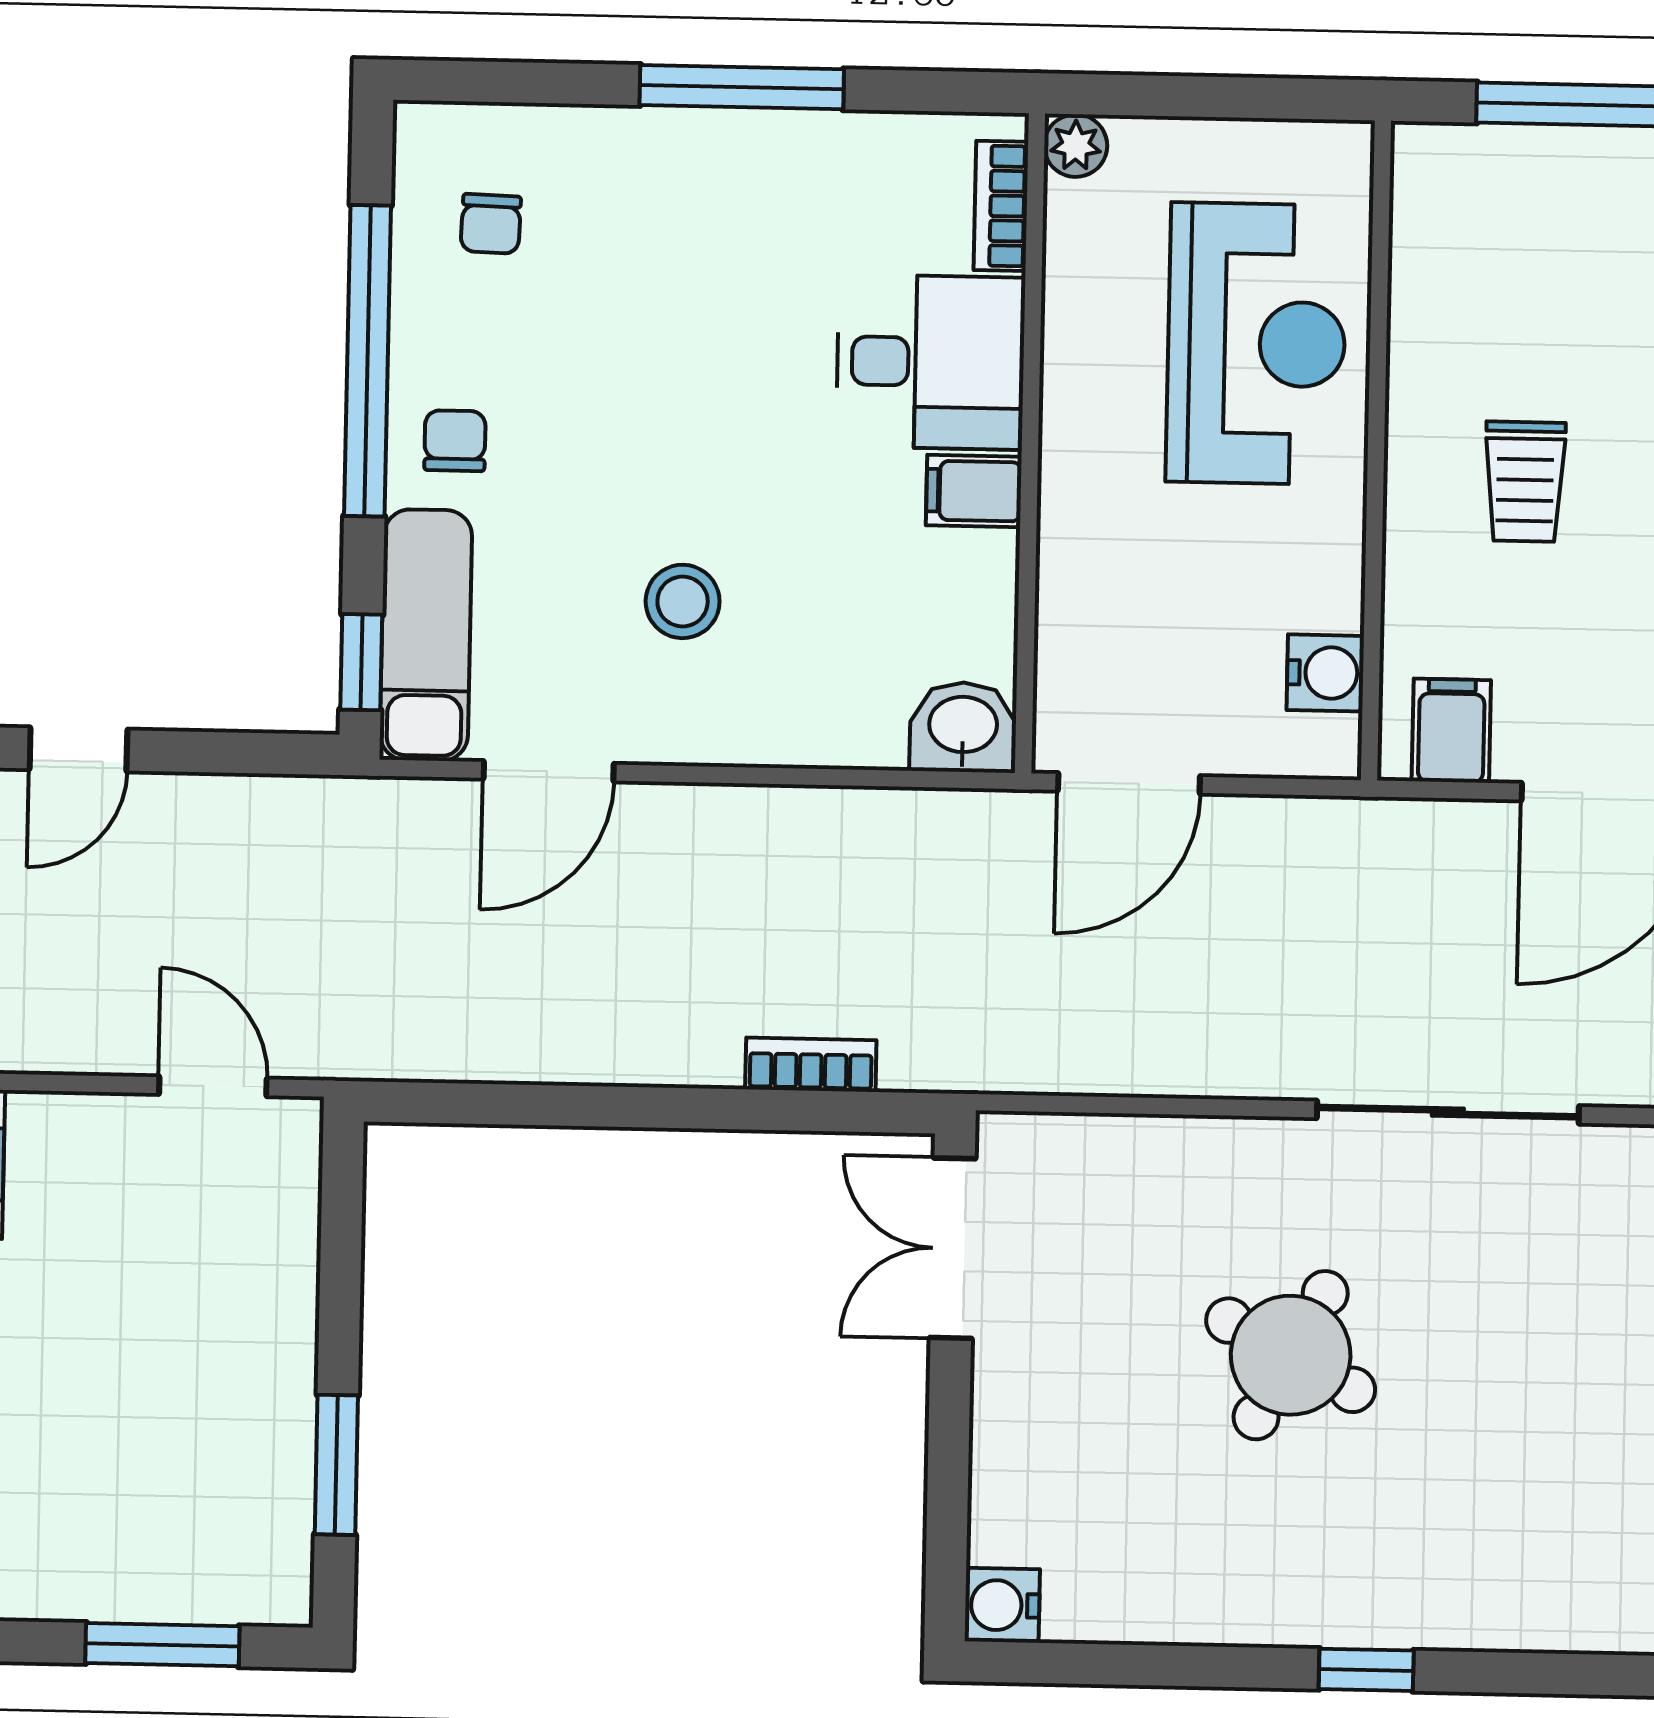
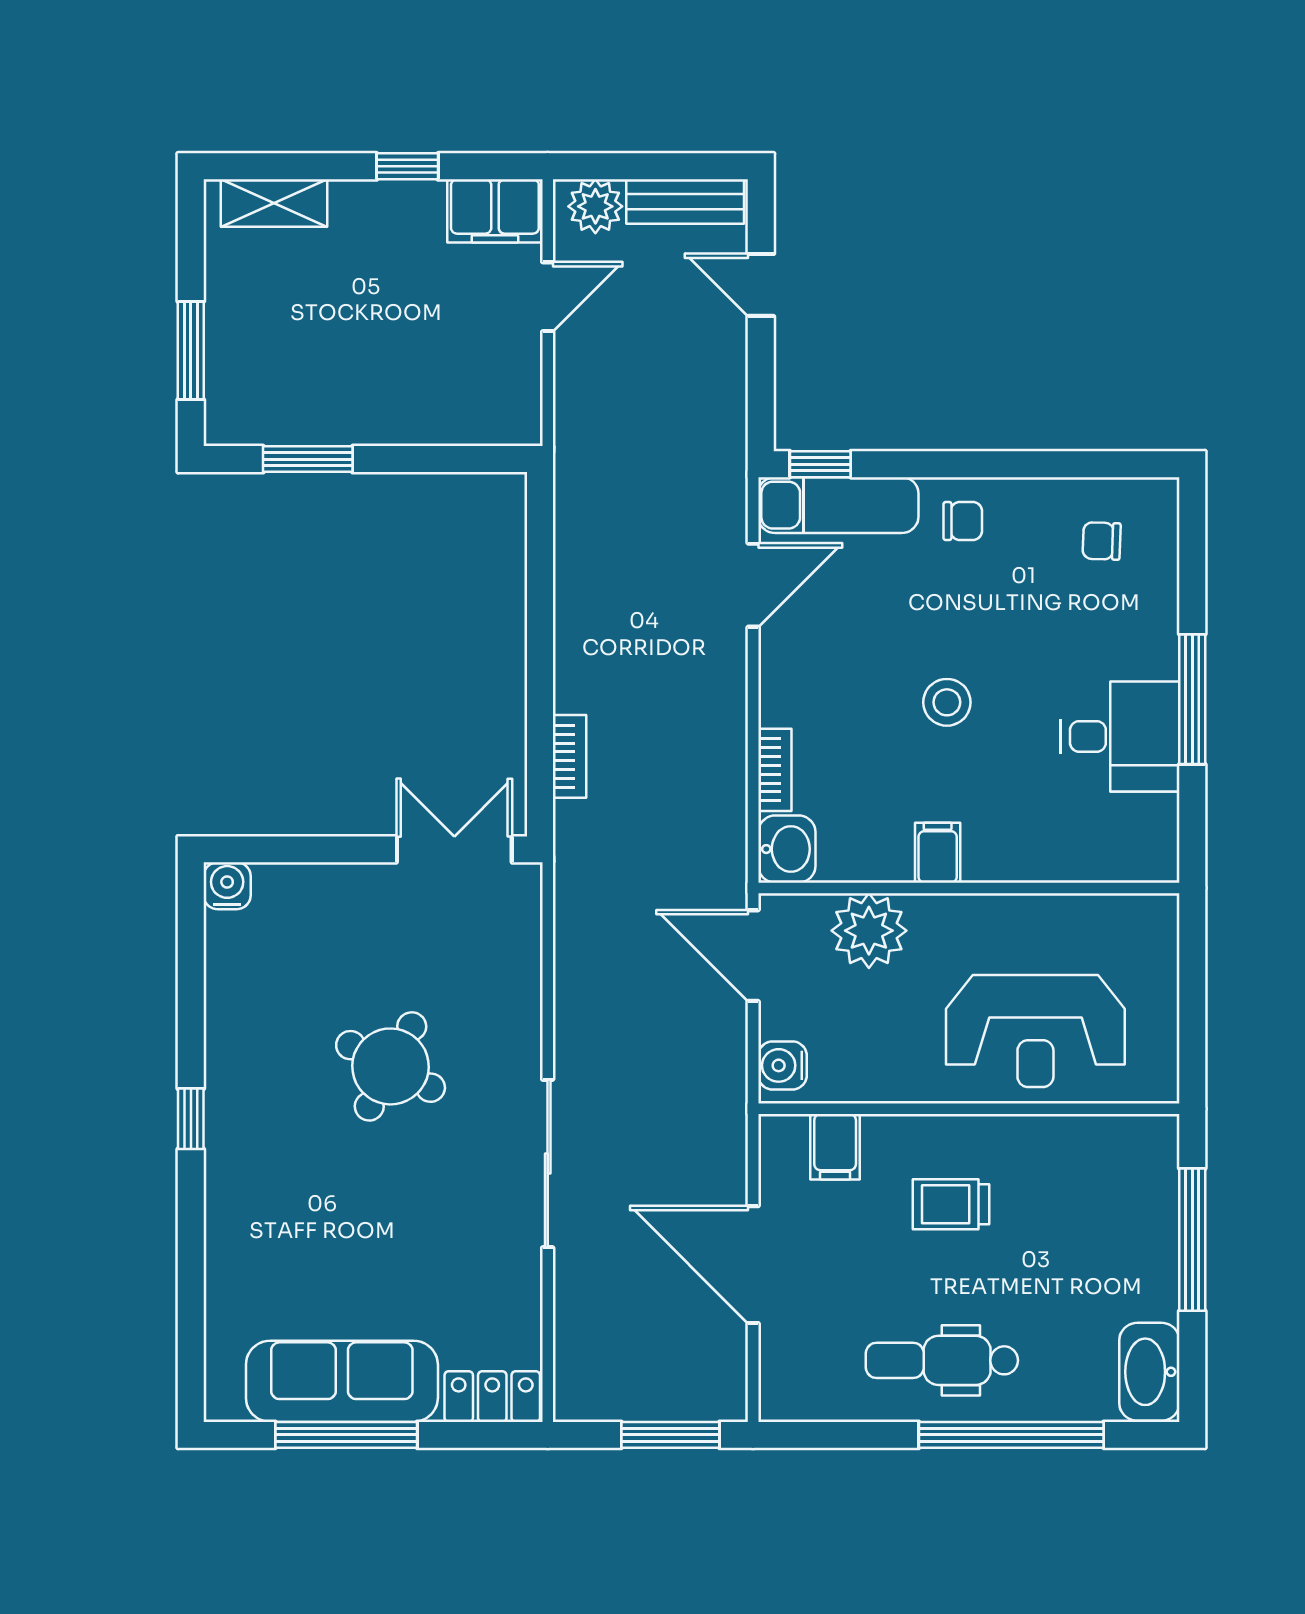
plant: (1076, 146) -> (869, 931), moved, width x1.88, depth x1.88
bookcase: (1001, 206) -> (775, 770), moved, turned 90
window: (368, 361) -> (1013, 464), removed
desk: (930, 362) -> (1120, 736), moved, turned -90
stool: (683, 601) -> (947, 702), moved
water cooler: (1325, 673) -> (782, 1065), moved, turned 90
filing cabinet: (1451, 731) -> (835, 1147), moved, turned 90
door: (549, 771) -> (753, 585), swing flipped
door: (213, 1086) -> (548, 297), moved

